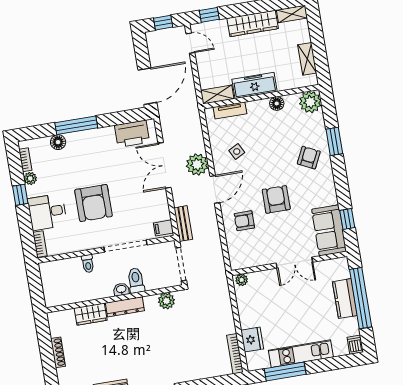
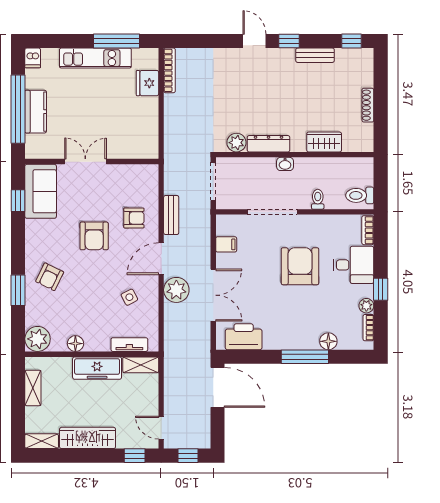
door: (147, 86) -> (218, 387), swing flipped
bench: (183, 224) -> (171, 215), moved
filing cabinet: (163, 228) -> (226, 244), moved
plant: (242, 280) -> (148, 152), removed
toilet: (136, 281) -> (360, 195), moved, turned 90
dresser: (125, 307) -> (268, 144), moved

